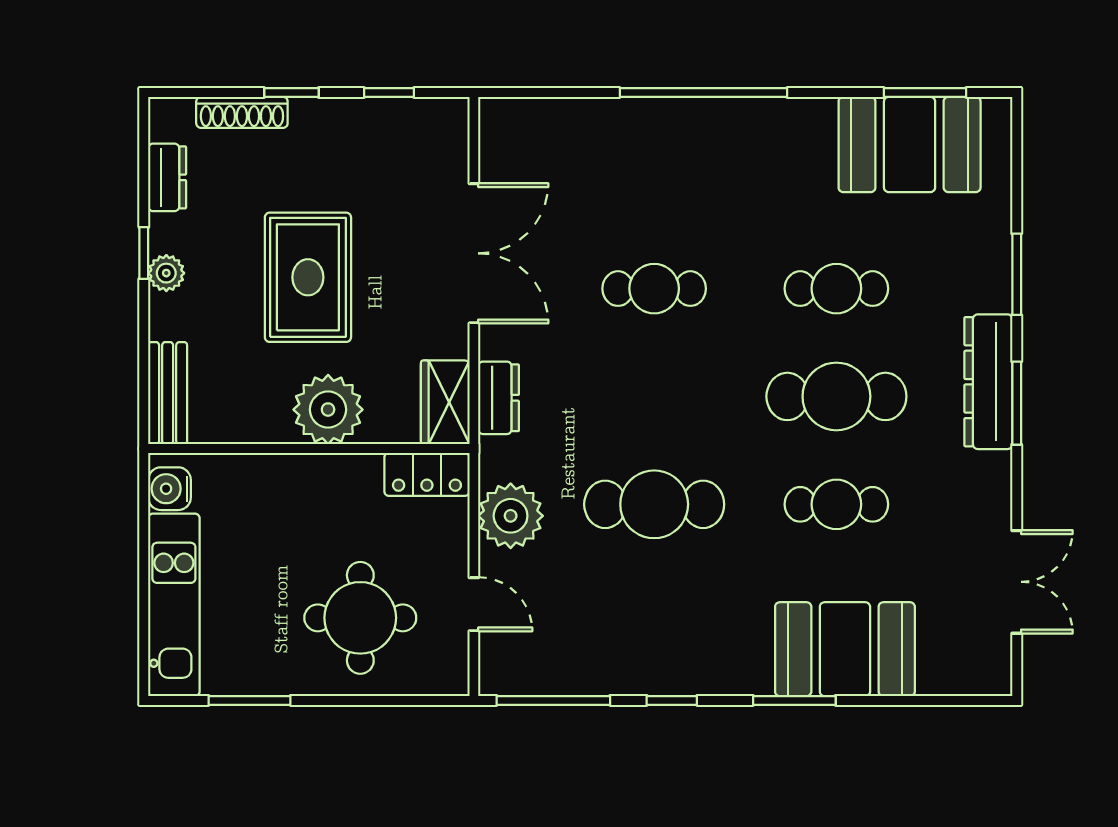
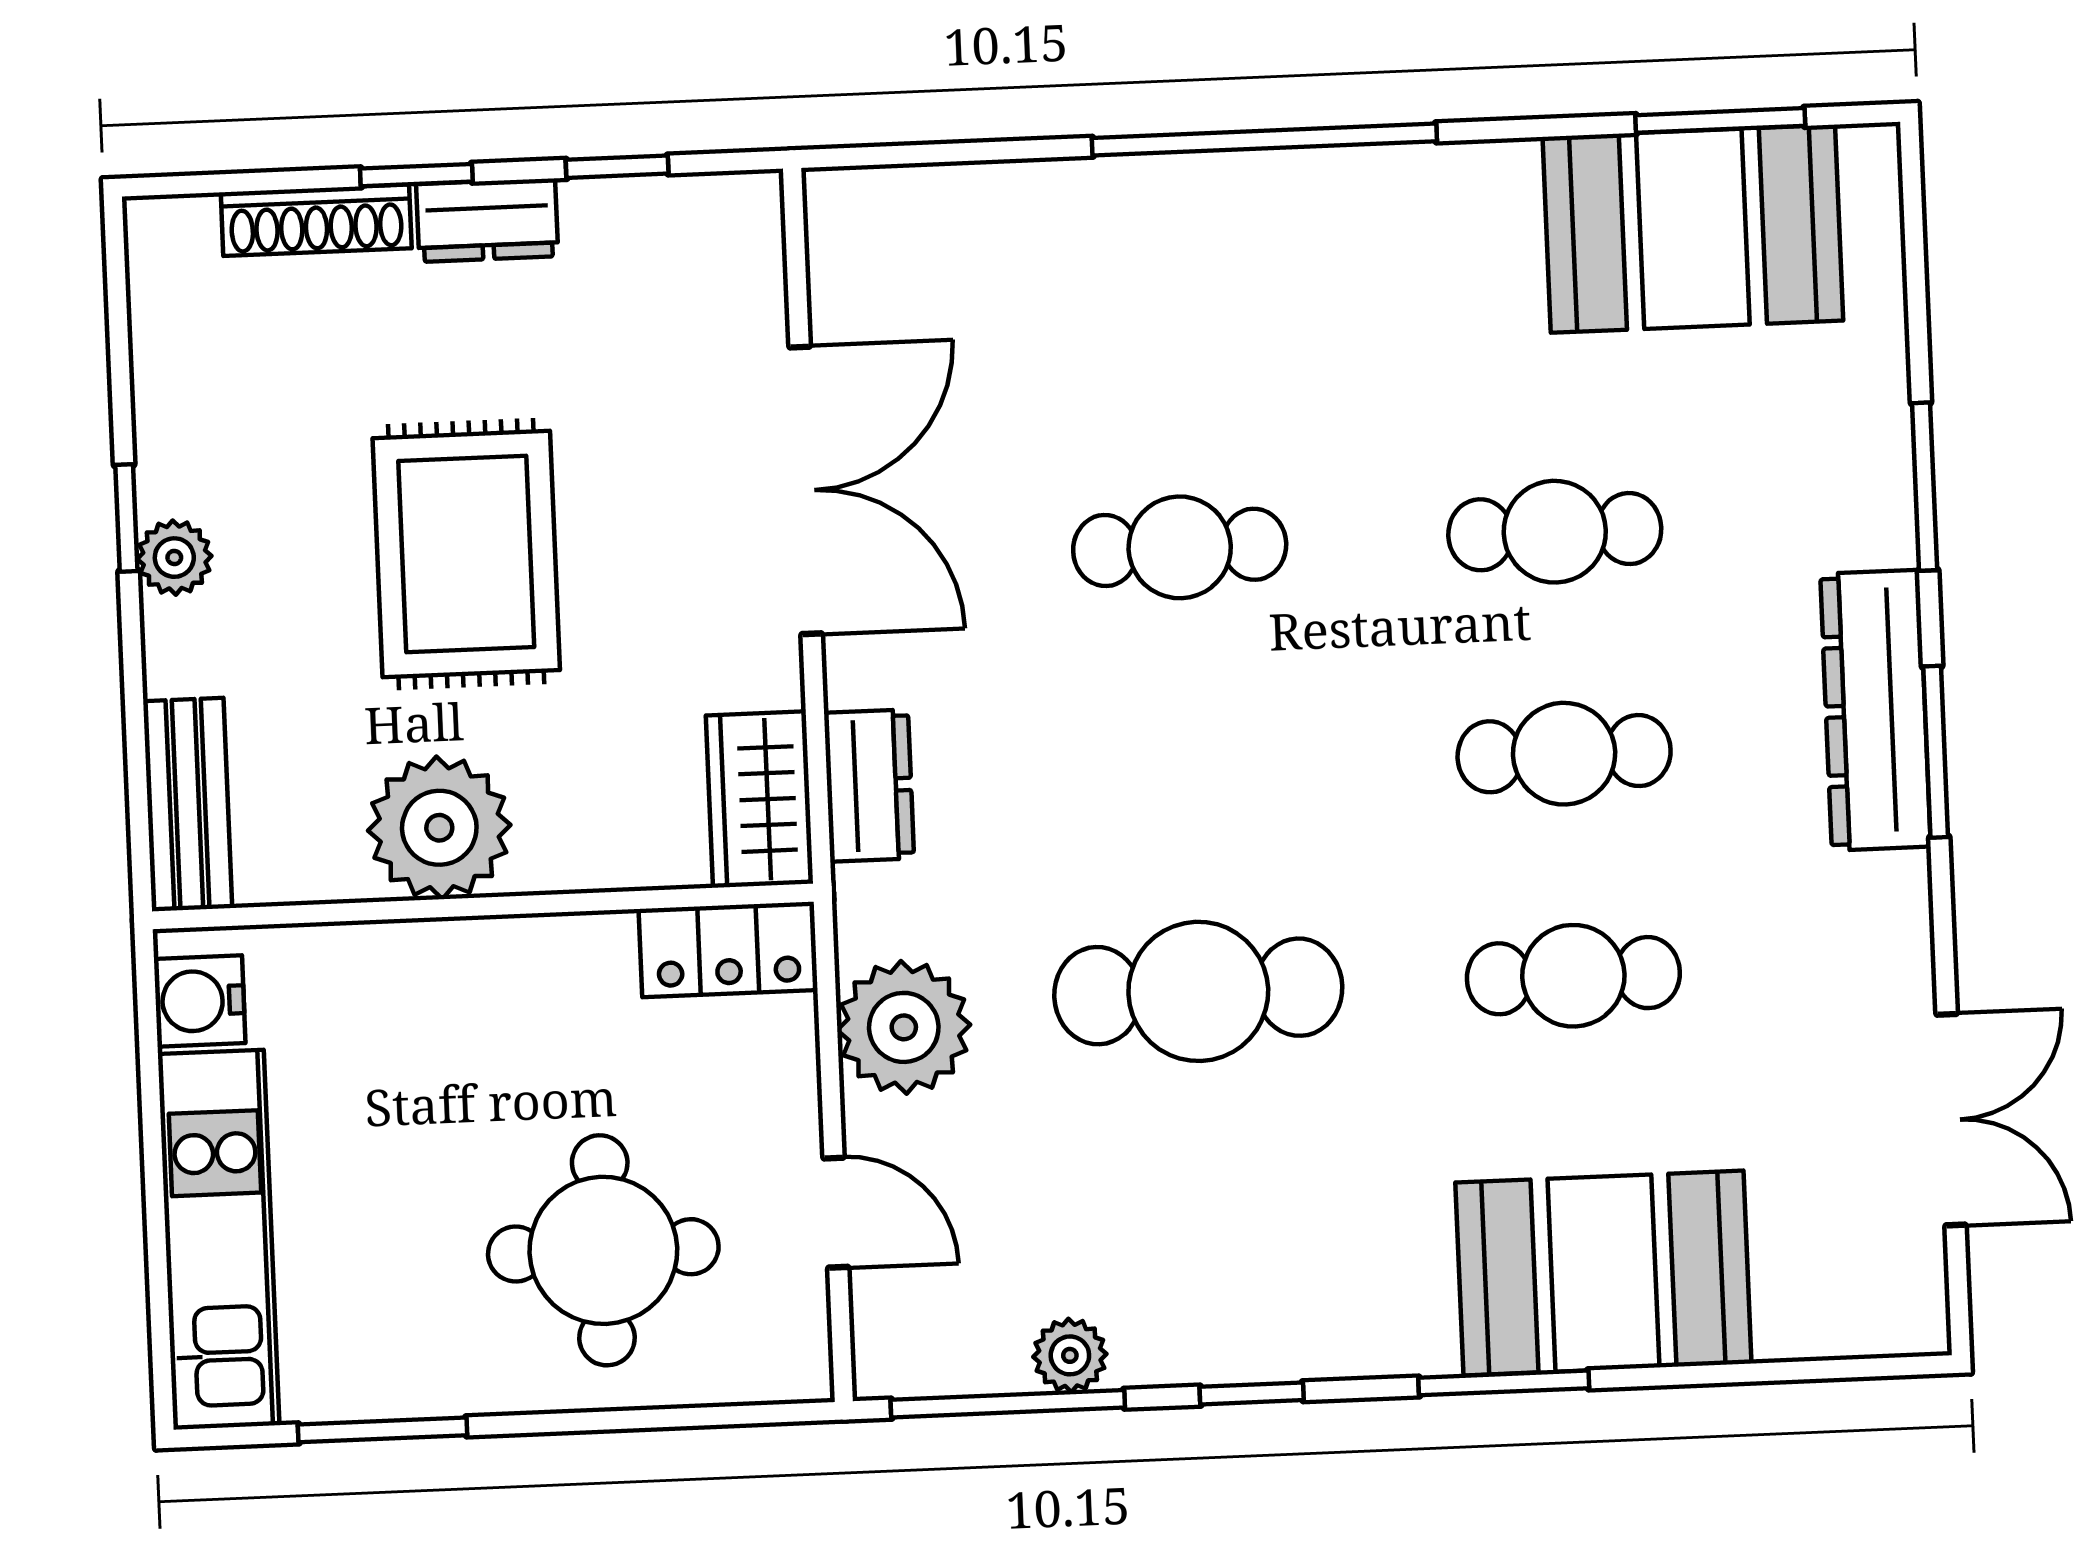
dresser: (167, 177) -> (487, 220), moved, turned 90
cafe table: (836, 396) -> (1564, 754), width x0.73, depth x0.74
plant: (328, 410) -> (439, 828), moved
plant: (584, 678) -> (1070, 1355), added

